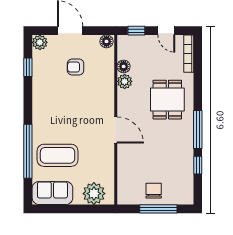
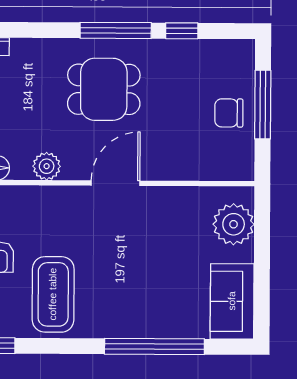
plant: (125, 81) -> (47, 166), moved
dining table: (167, 100) -> (104, 89), moved
coffee table: (58, 155) -> (53, 294), moved

